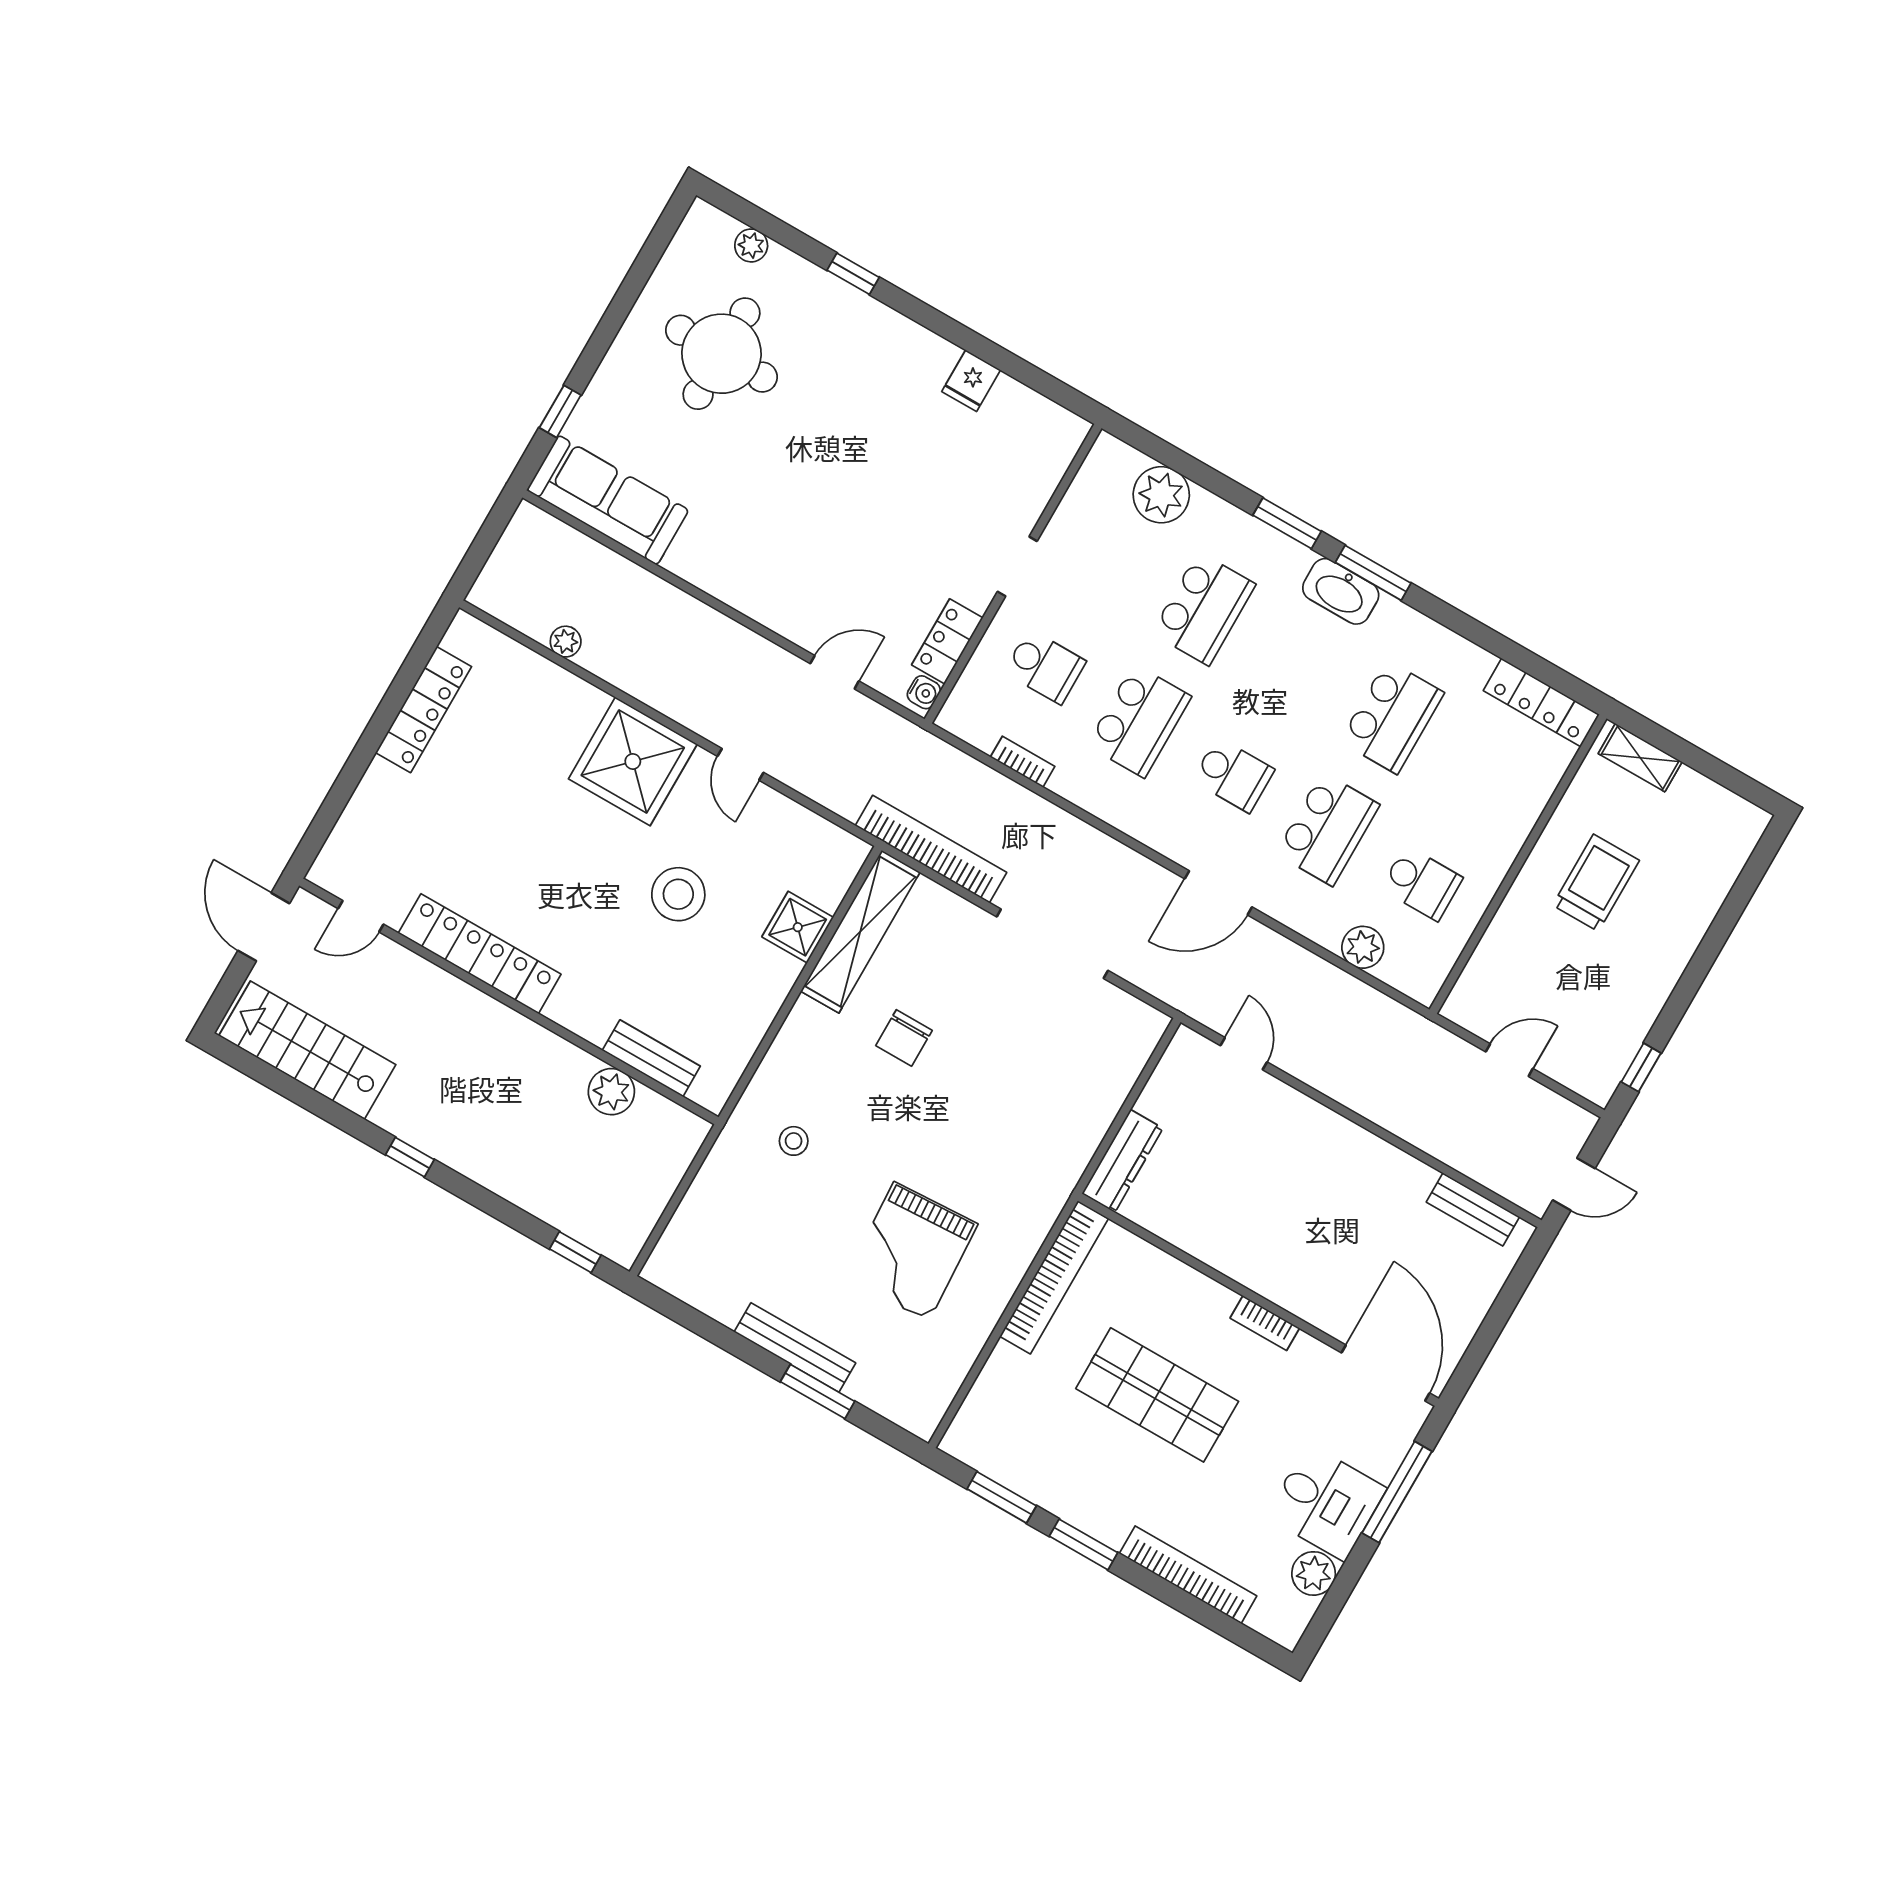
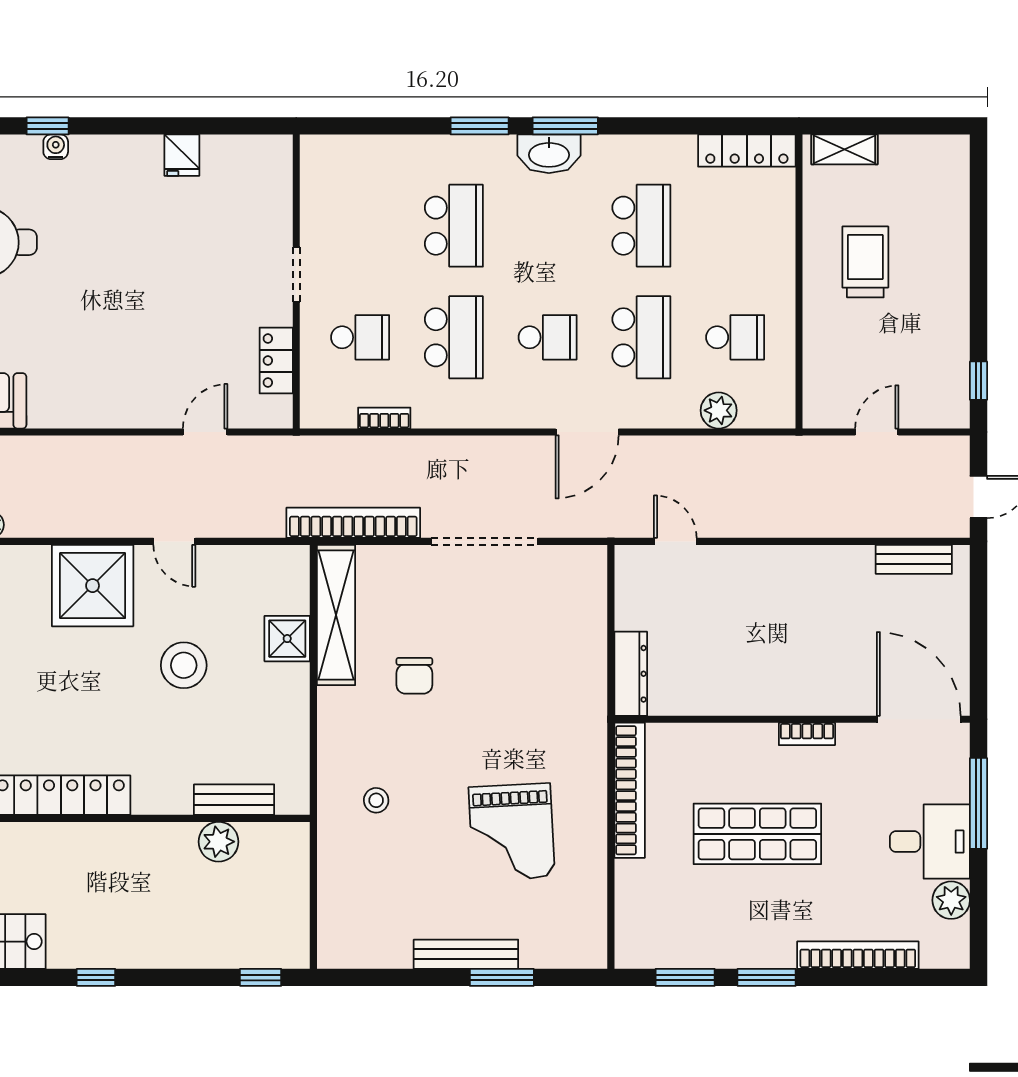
plant: (1161, 495) -> (373, 159), removed
water cooler: (924, 692) -> (56, 147), moved, turned -90

